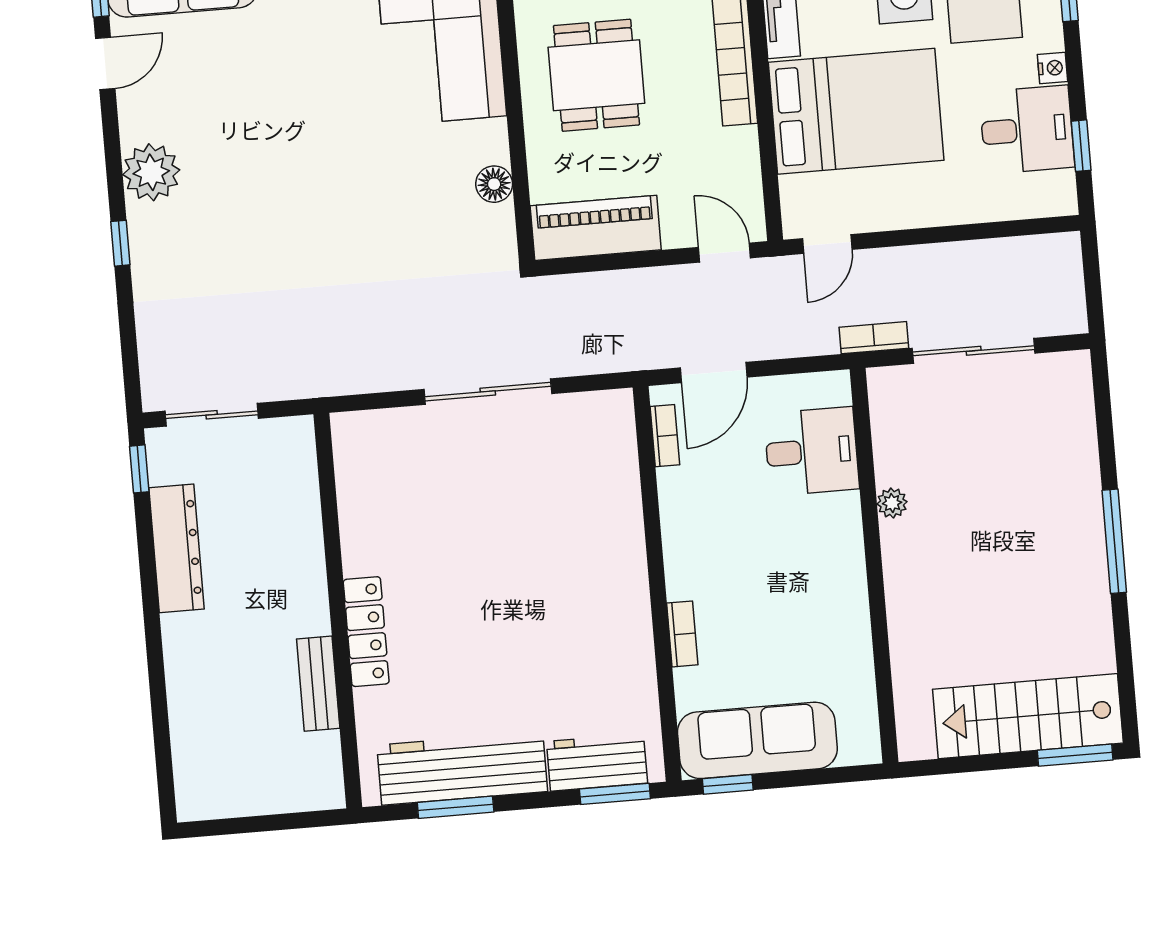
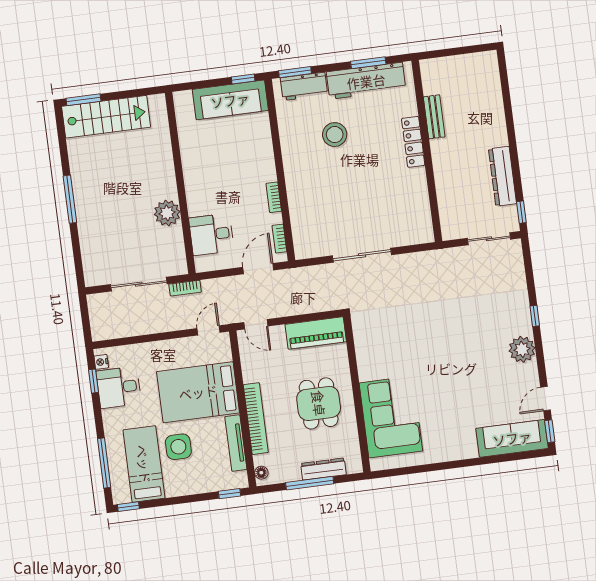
nightstand: (1053, 68) -> (101, 362), moved
floor lamp: (494, 184) -> (364, 351), removed
plant: (892, 503) -> (167, 213), width x1.88, depth x1.88
bookcase: (682, 634) -> (274, 197), moved
stool: (535, 655) -> (335, 135), added

